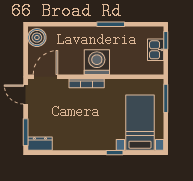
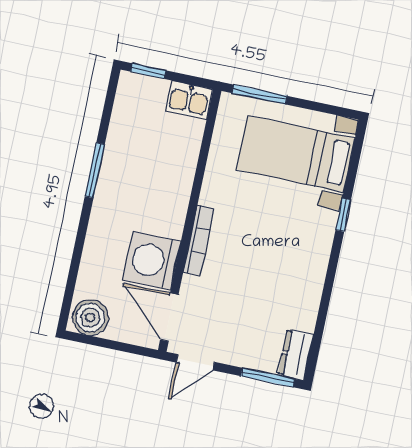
kitchen sink: (156, 50) -> (189, 100), moved
washing machine: (97, 62) -> (152, 261), moved

